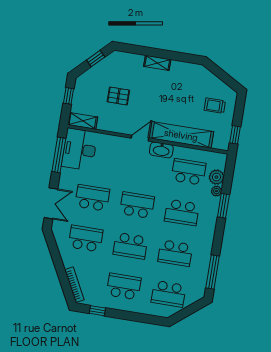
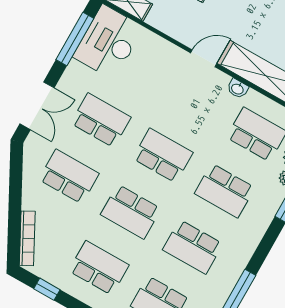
washbasin: (161, 150) -> (238, 89), width x0.52, depth x0.69

